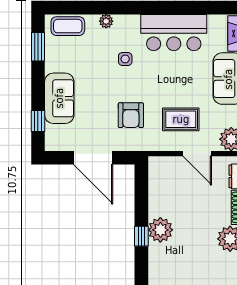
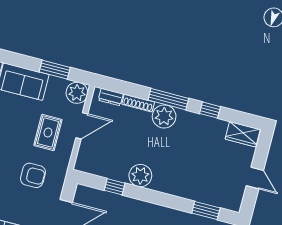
window: (141, 236) -> (115, 187), moved

